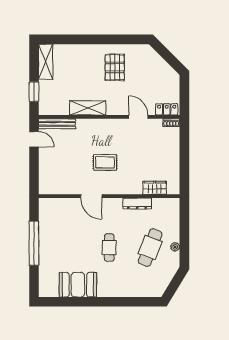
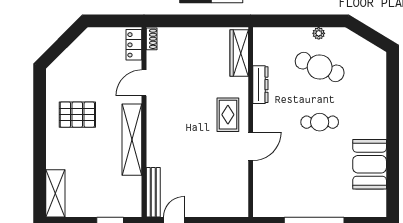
shelving: (46, 62) -> (55, 193), moved, turned 90
shelving: (88, 108) -> (132, 140), width x1.47
rug: (105, 162) -> (228, 115), moved
wardrobe: (155, 188) -> (239, 53), width x1.50

